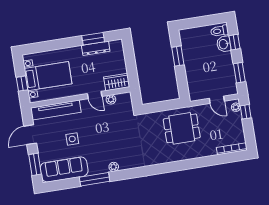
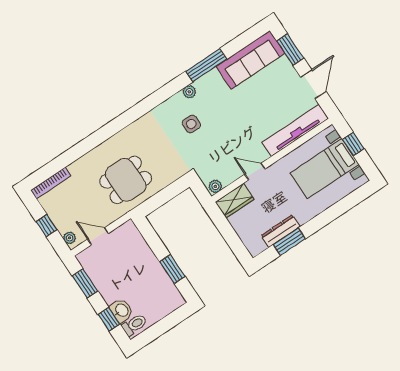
plant: (111, 99) -> (215, 186), moved
window: (246, 112) -> (47, 226), moved
side table: (72, 139) -> (191, 124), moved

